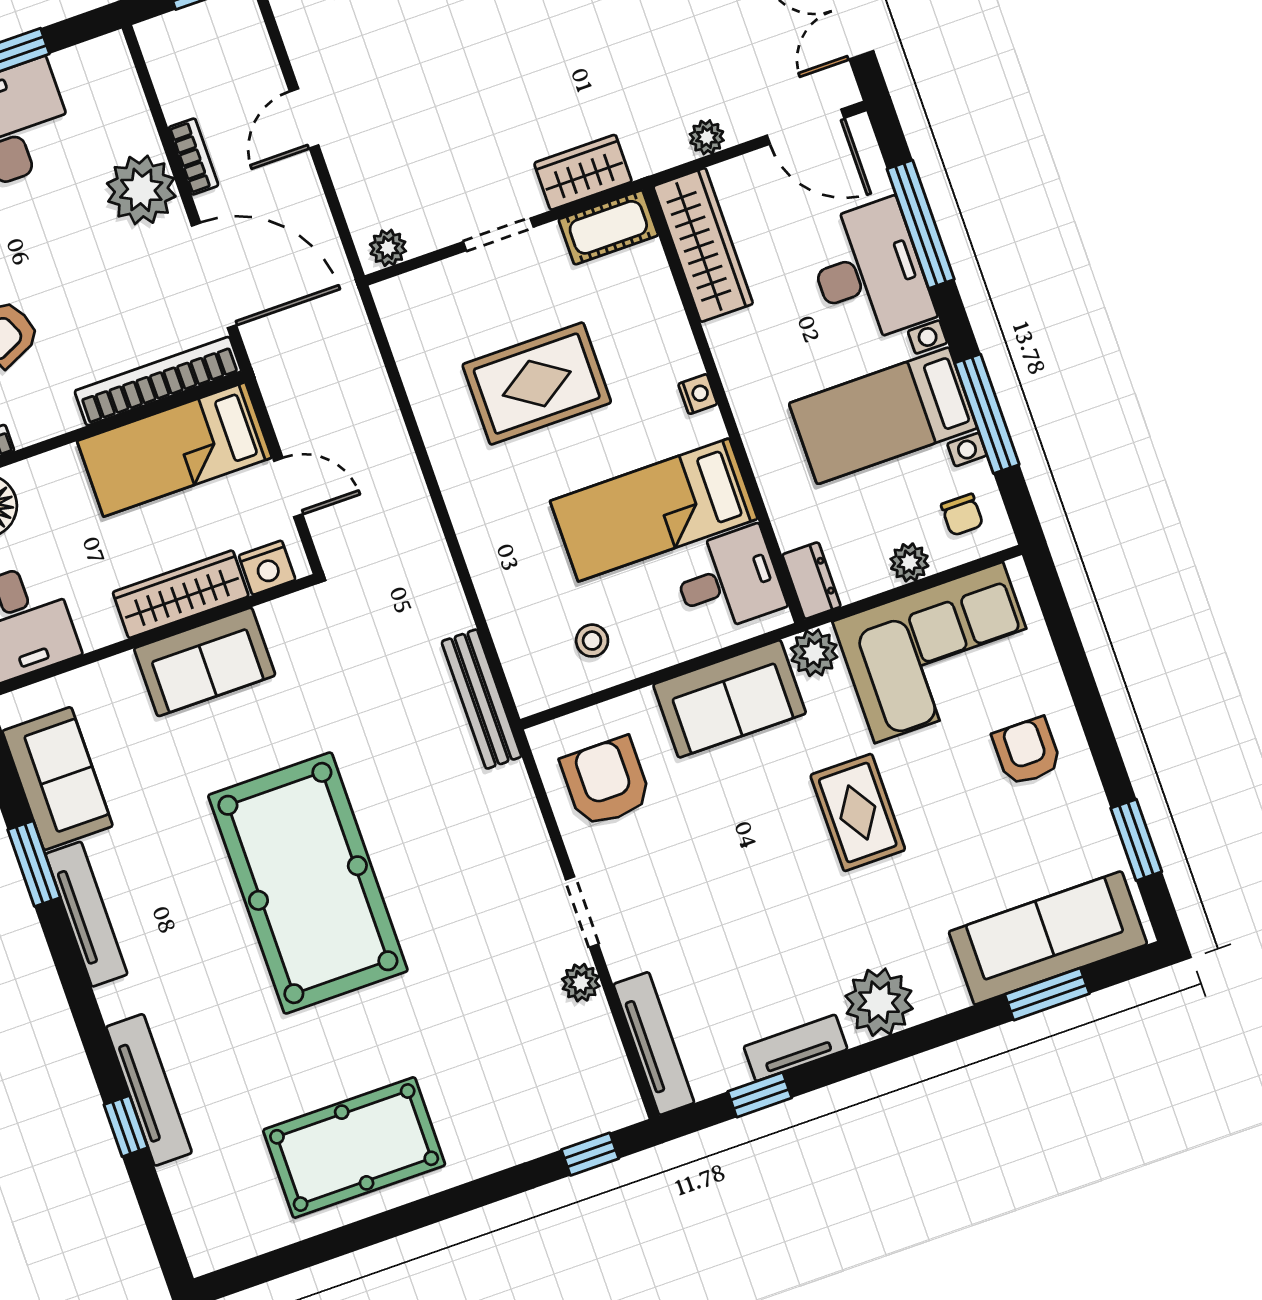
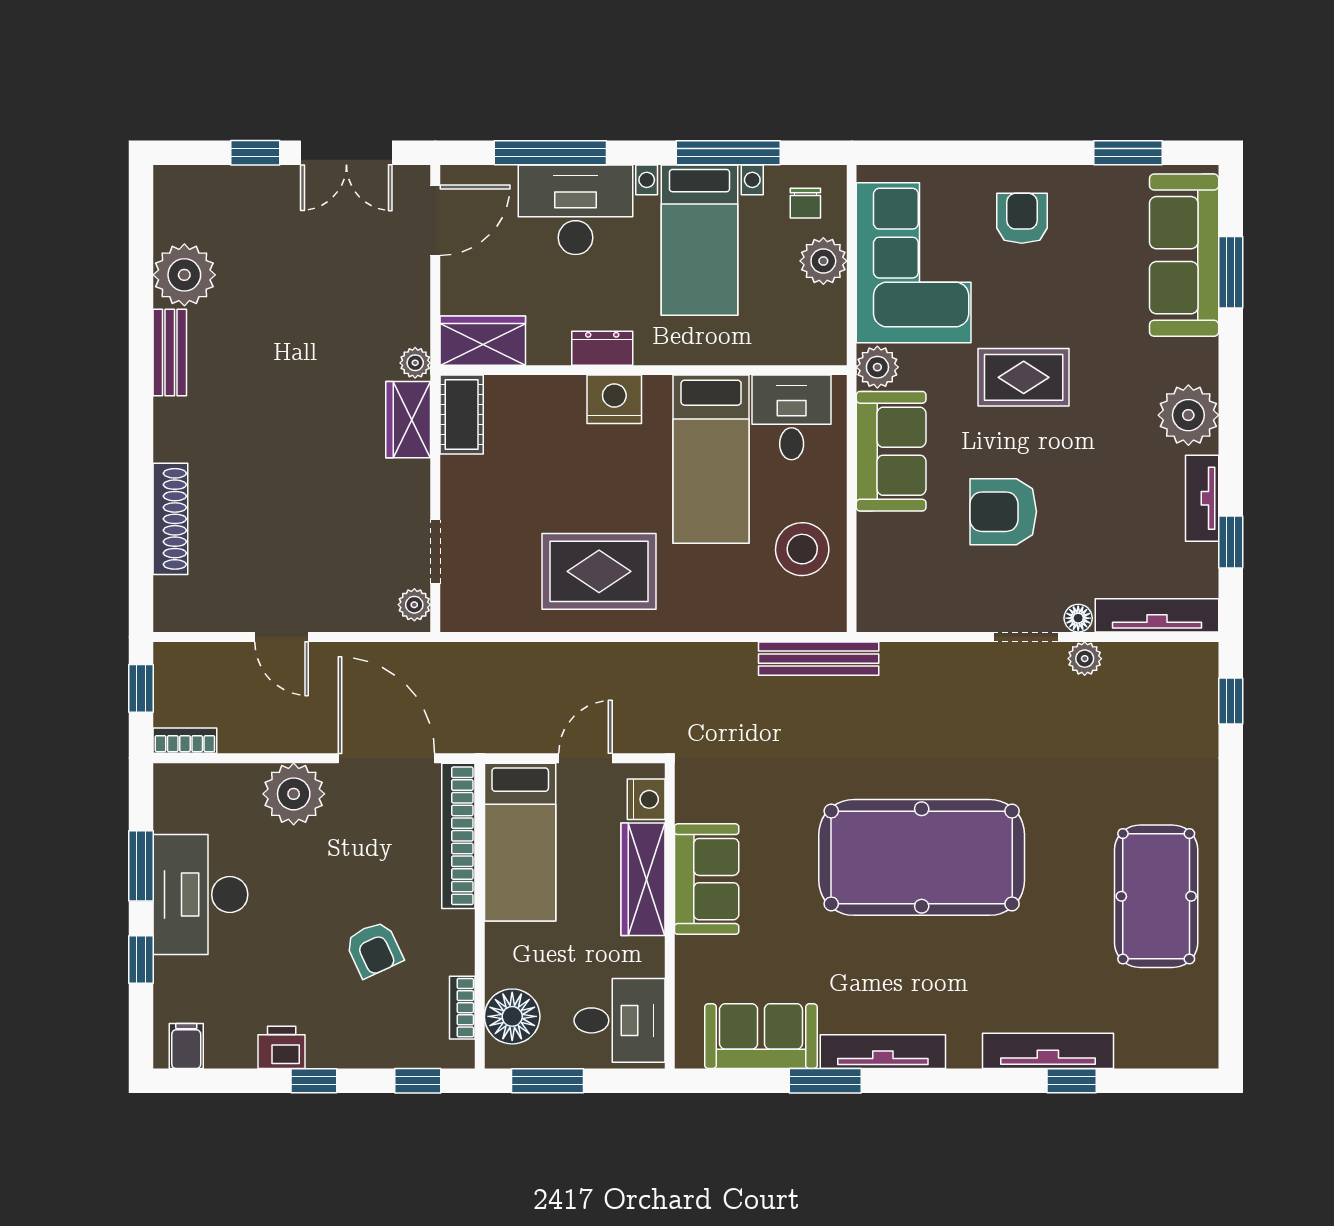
plant: (707, 137) -> (415, 363), moved
bookcase: (193, 157) -> (185, 741), moved
doorway: (498, 234) -> (435, 552), moved
wardrobe: (703, 245) -> (483, 341), width x0.67
door: (214, 275) -> (386, 758), hinge flipped
rug: (537, 384) -> (599, 571), moved, turned 90
nightstand: (698, 394) -> (614, 399), width x1.89, depth x1.79
chair: (962, 515) -> (805, 203), turned 90
plant: (909, 562) -> (823, 261), width x1.38, depth x1.38
dresser: (811, 581) -> (602, 348), moved
stool: (592, 641) -> (802, 549), width x1.89, depth x1.89
armchair: (1027, 751) -> (1022, 218), turned 90
armchair: (606, 782) -> (1003, 512), moved
floor lamp: (622, 961) -> (1078, 618), added

